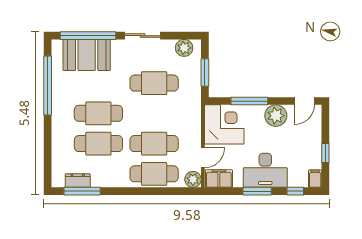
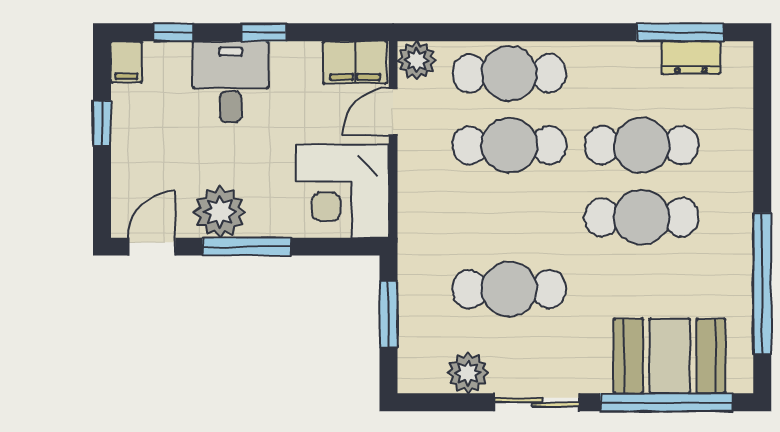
plant: (184, 48) -> (468, 373), moved
window: (249, 101) -> (247, 247), moved
desk: (265, 170) -> (231, 82), width x0.73
window: (257, 191) -> (264, 32), width x0.67

